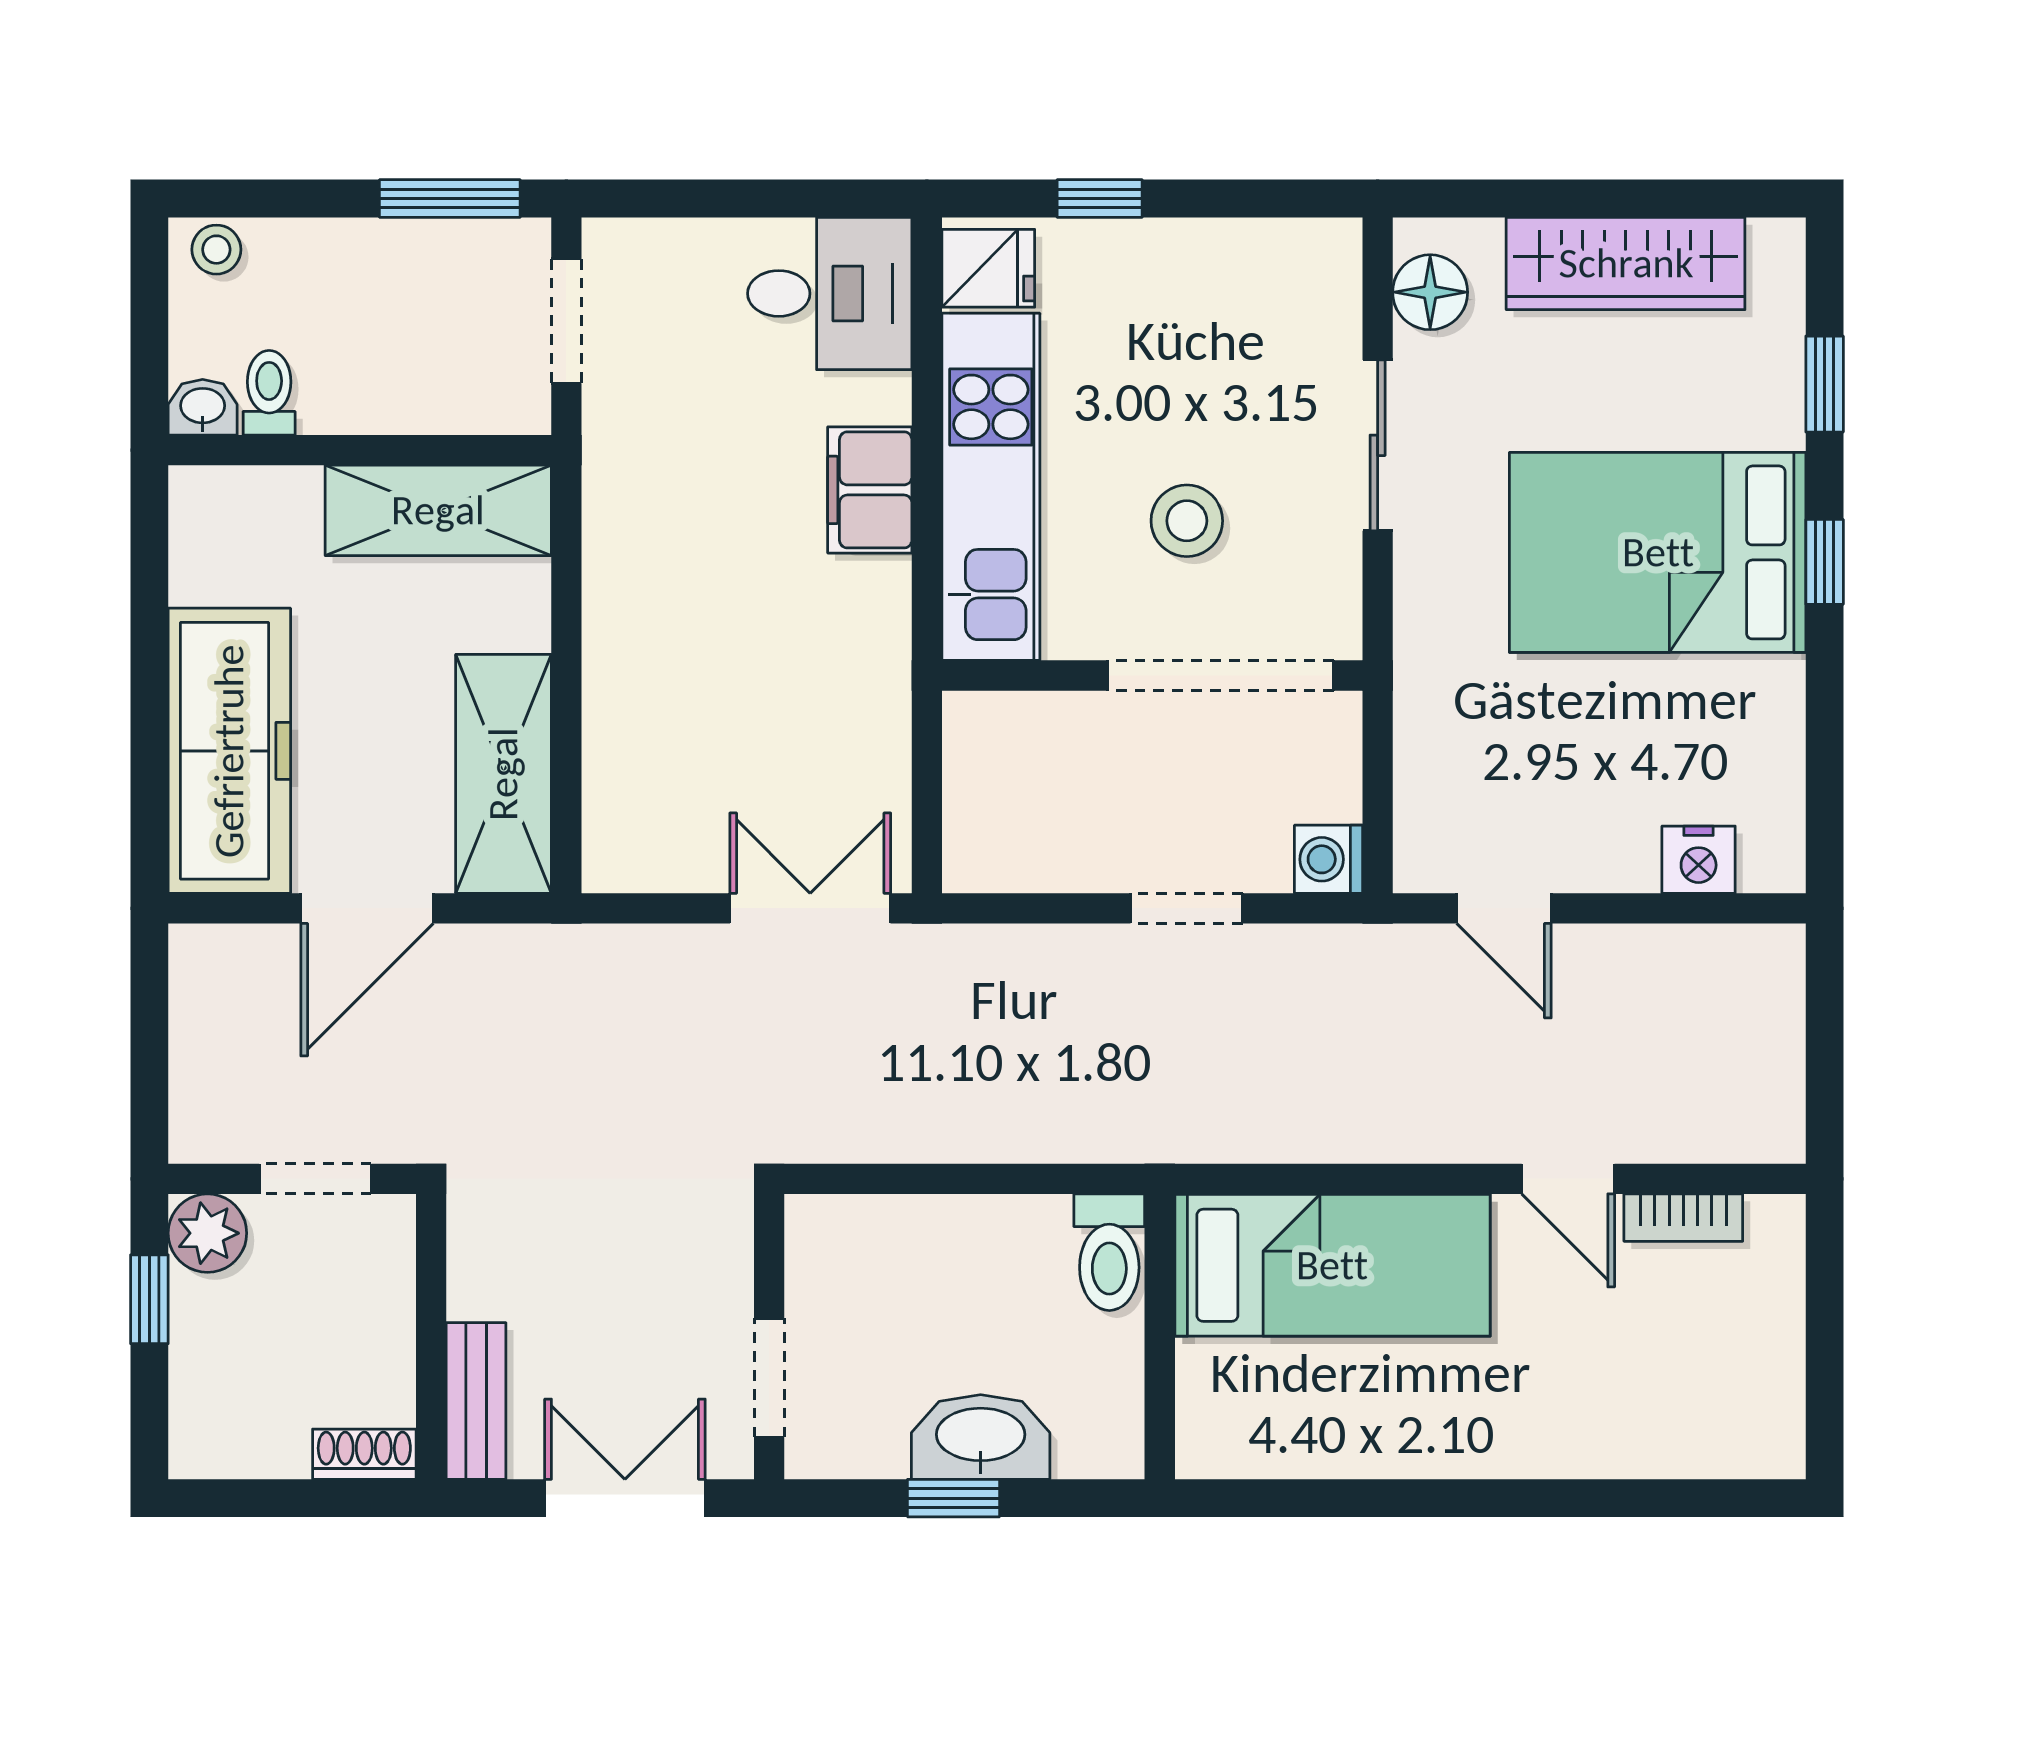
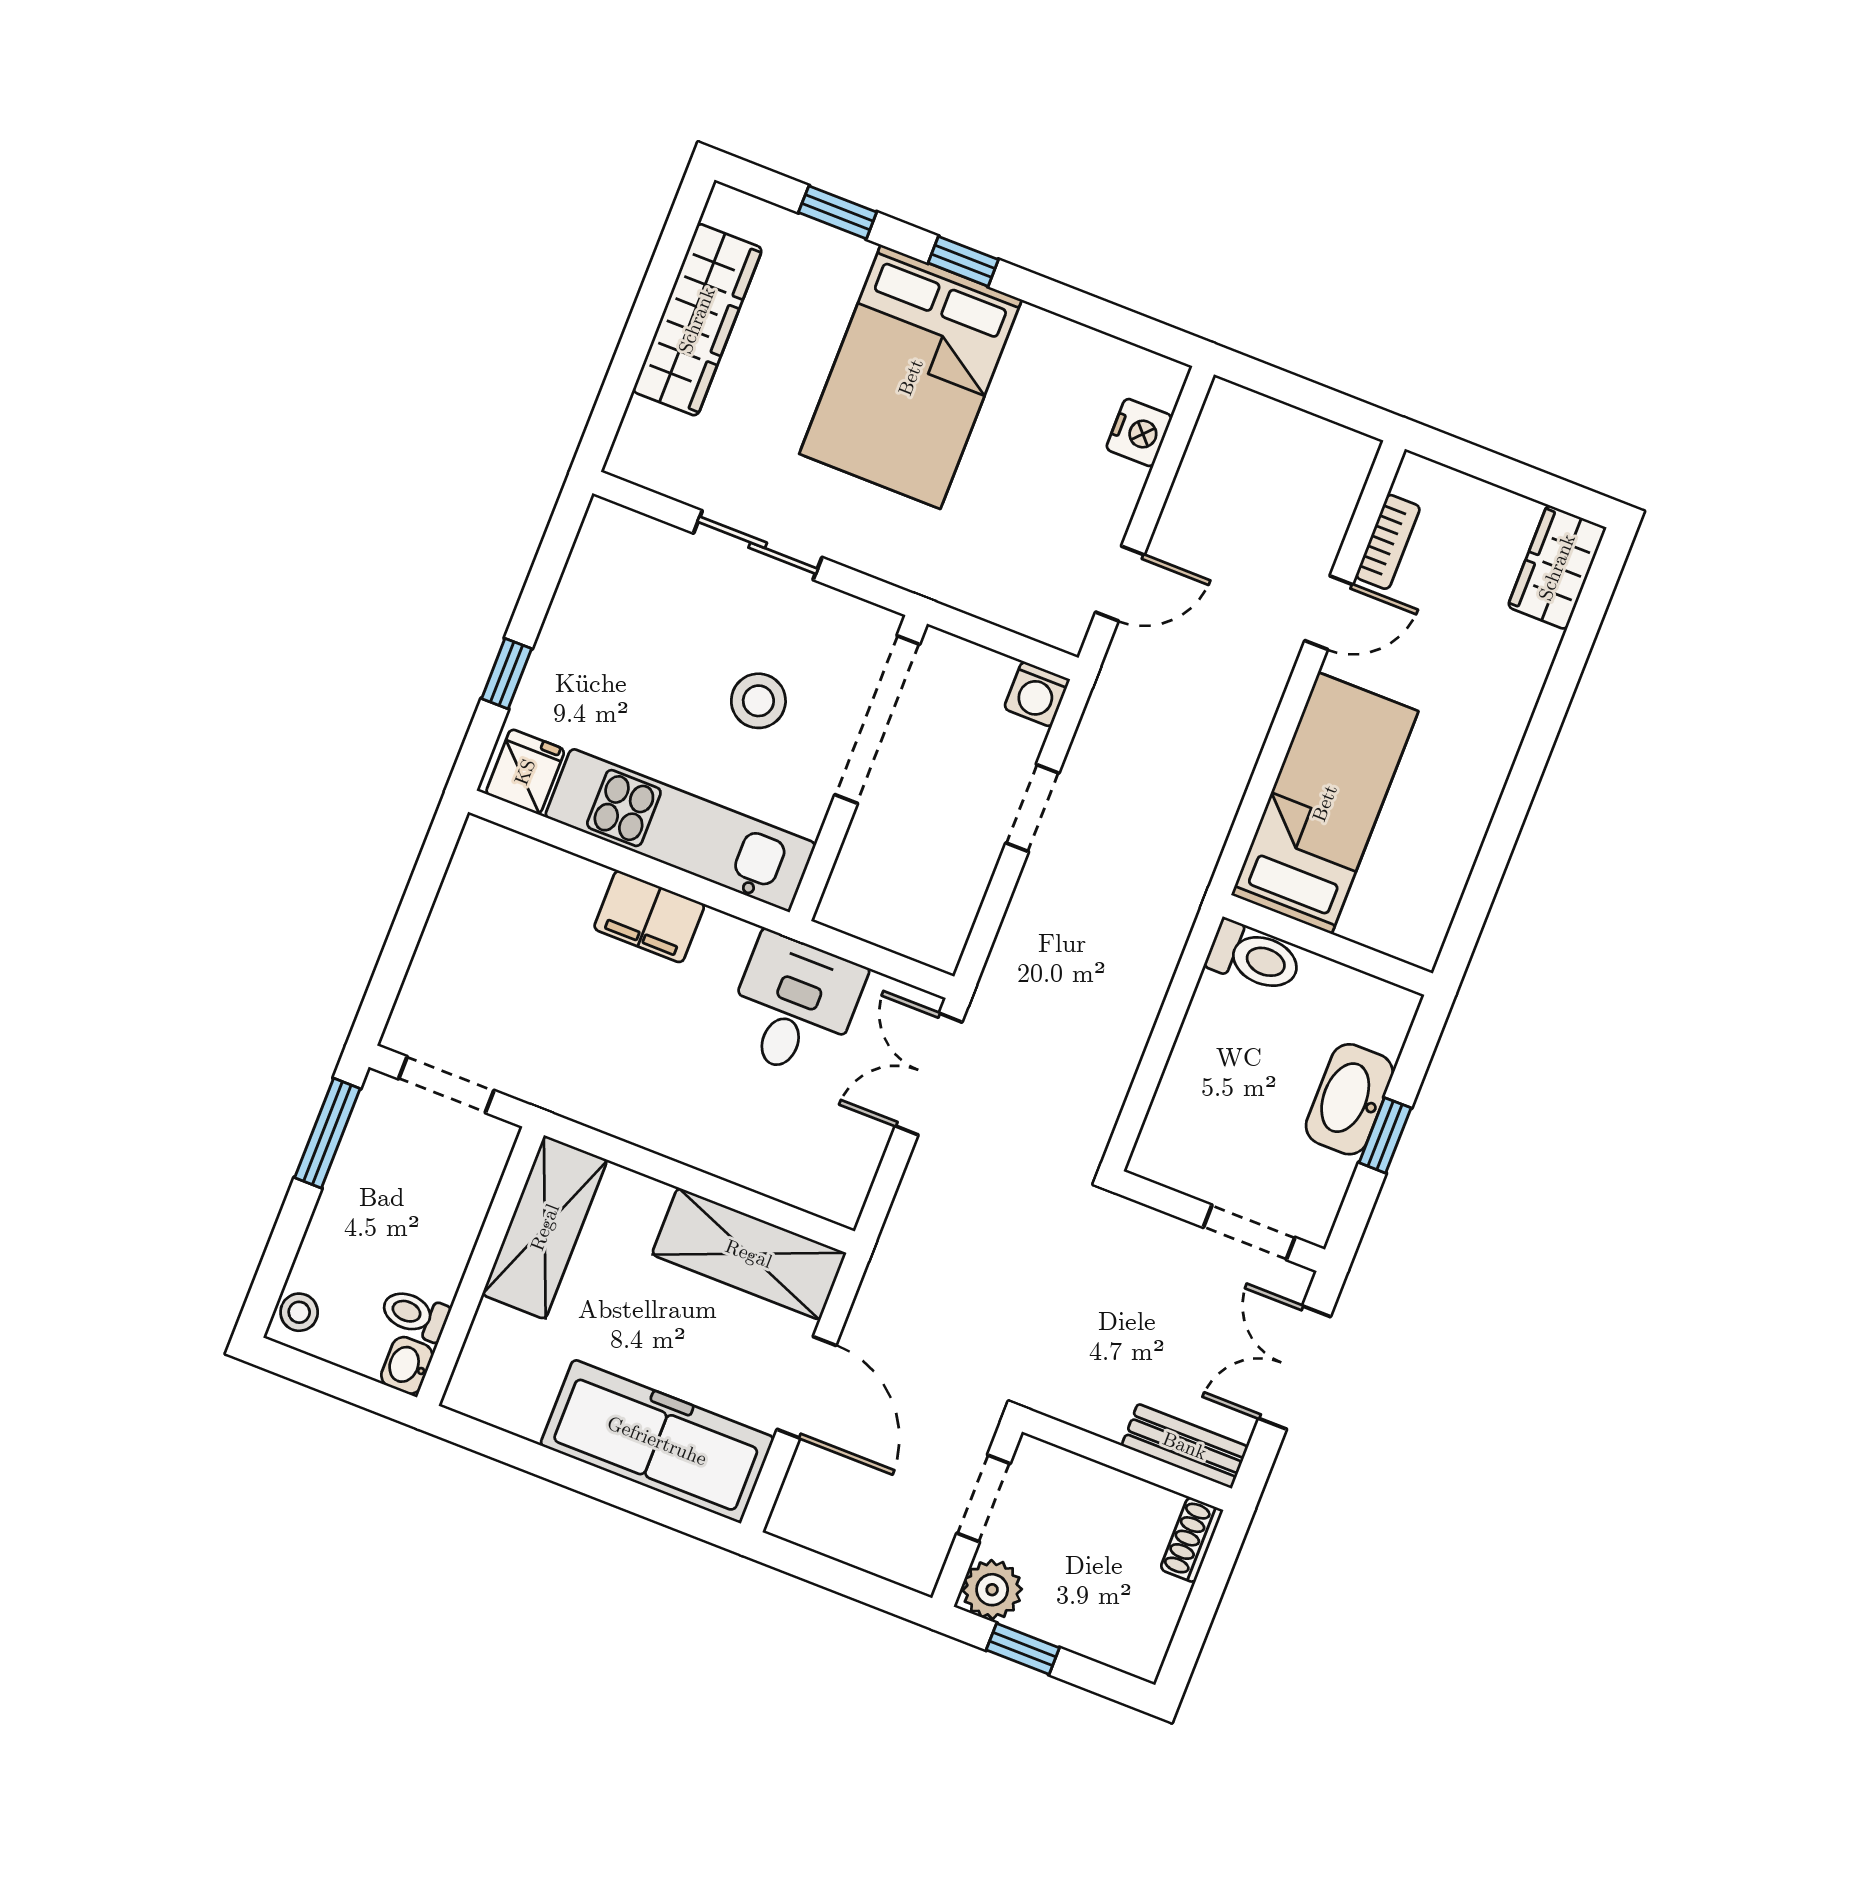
floor lamp: (1430, 292) -> (664, 466), removed
desk: (830, 293) -> (794, 1006), moved
wardrobe: (1733, 1437) -> (1557, 567), added

